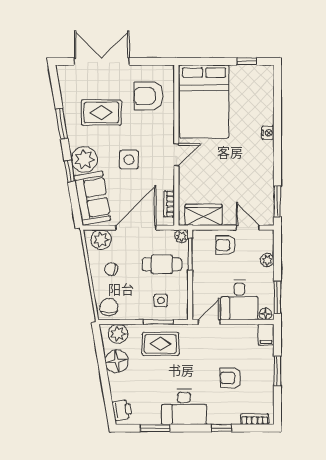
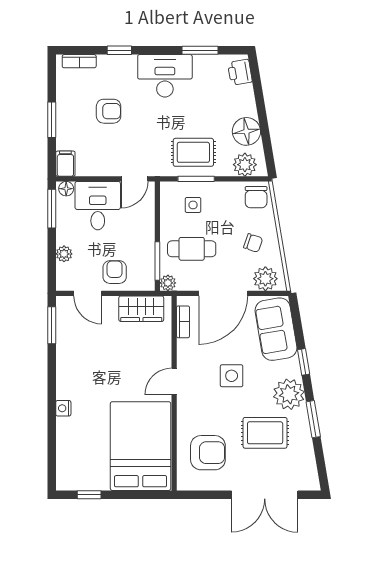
plant: (84, 159) -> (289, 394), moved
armchair: (225, 245) -> (115, 272), turned -90

